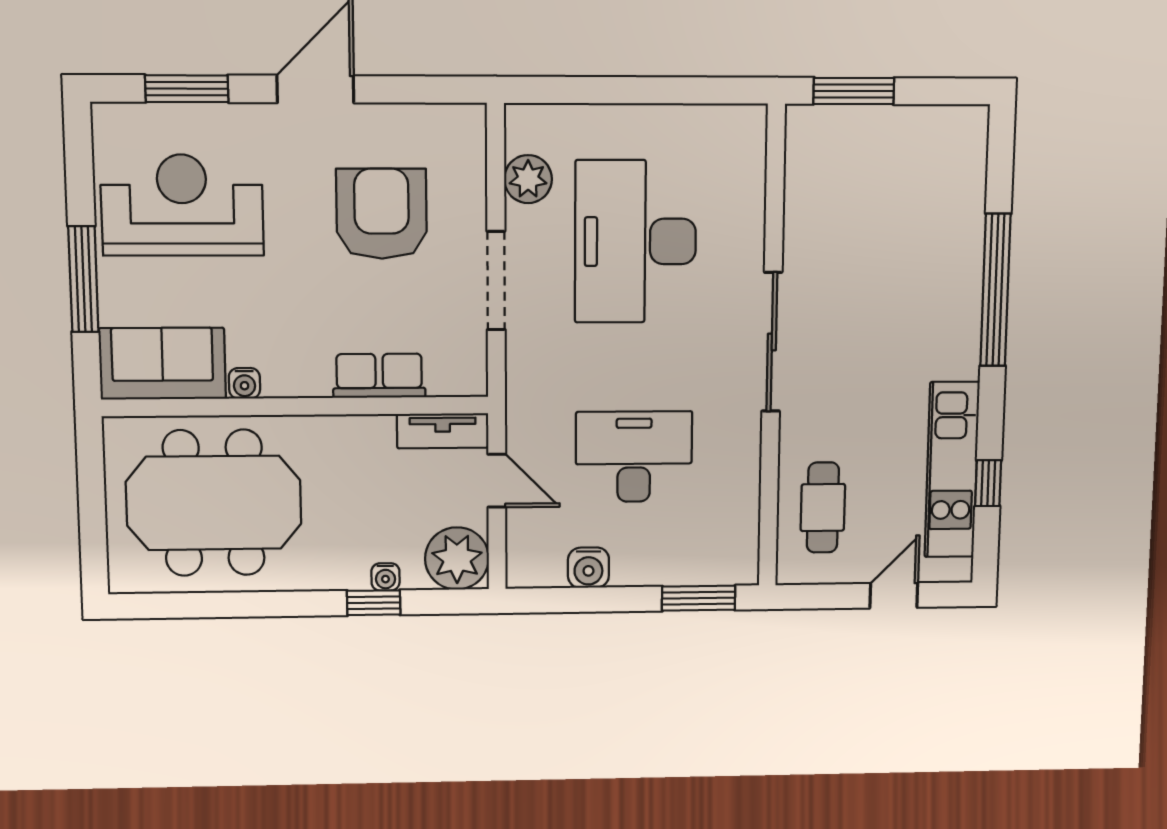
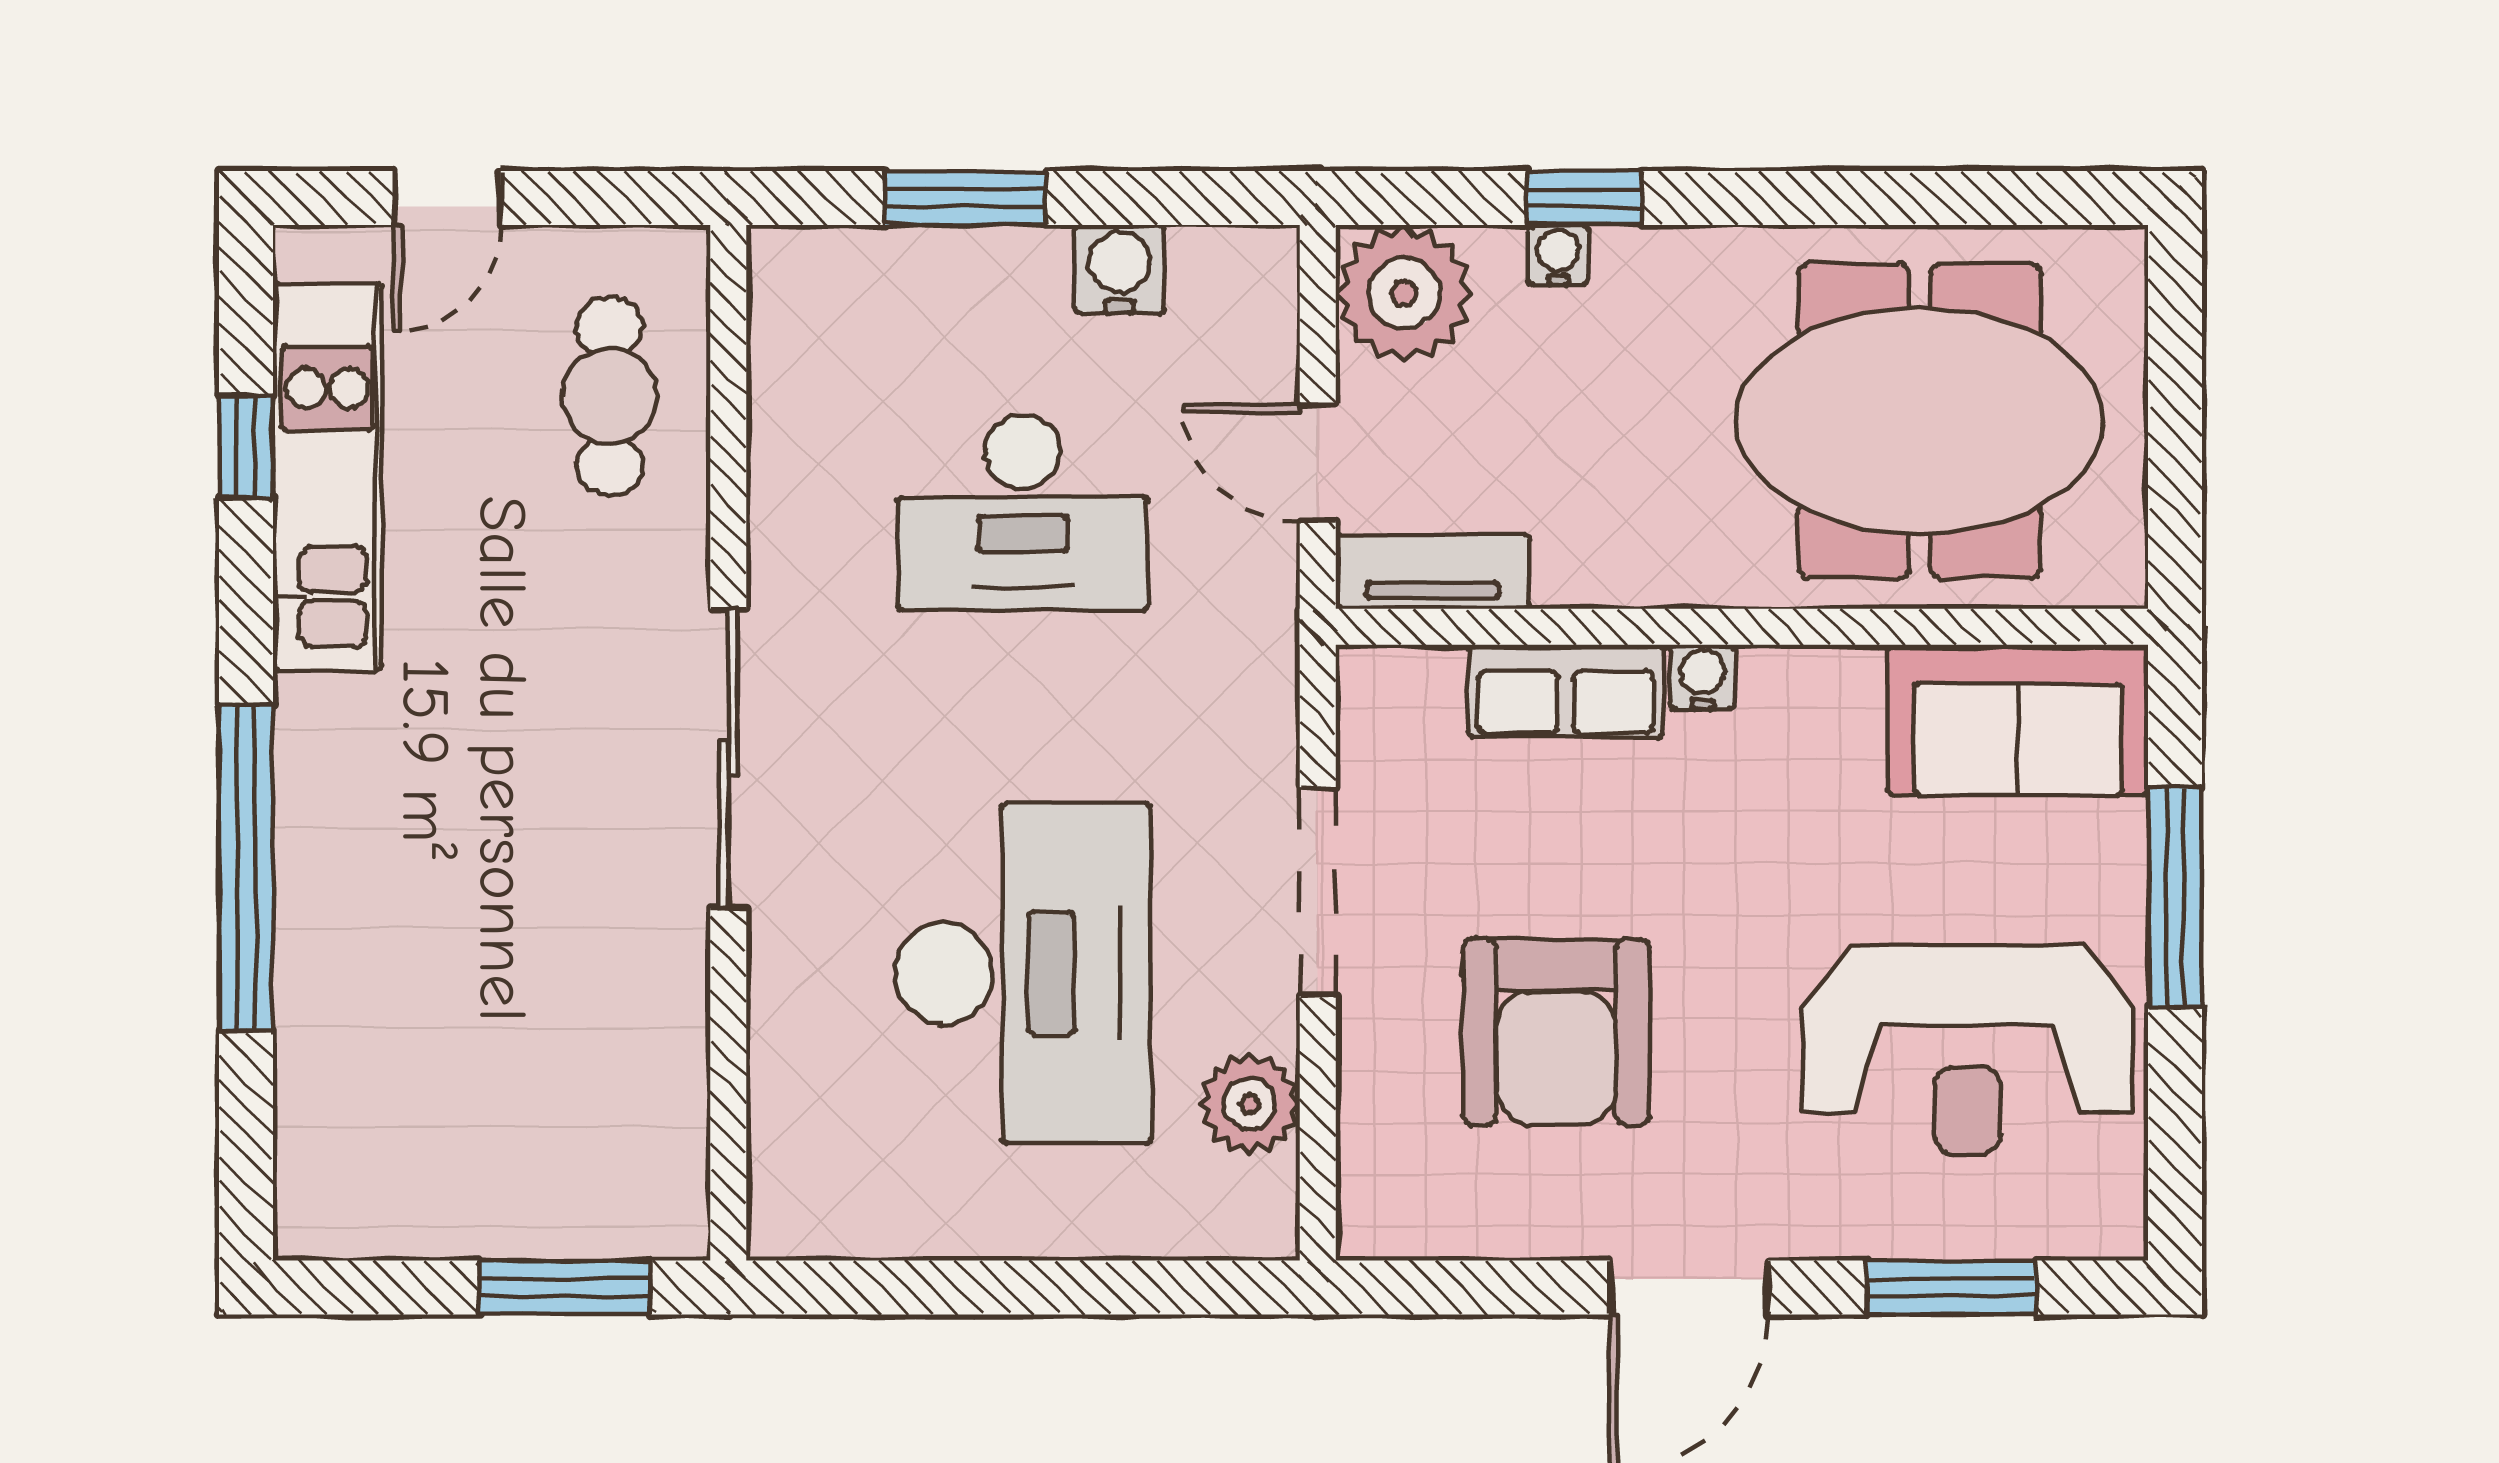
water cooler: (244, 383) -> (1702, 677), moved
window: (699, 598) -> (965, 198), moved

